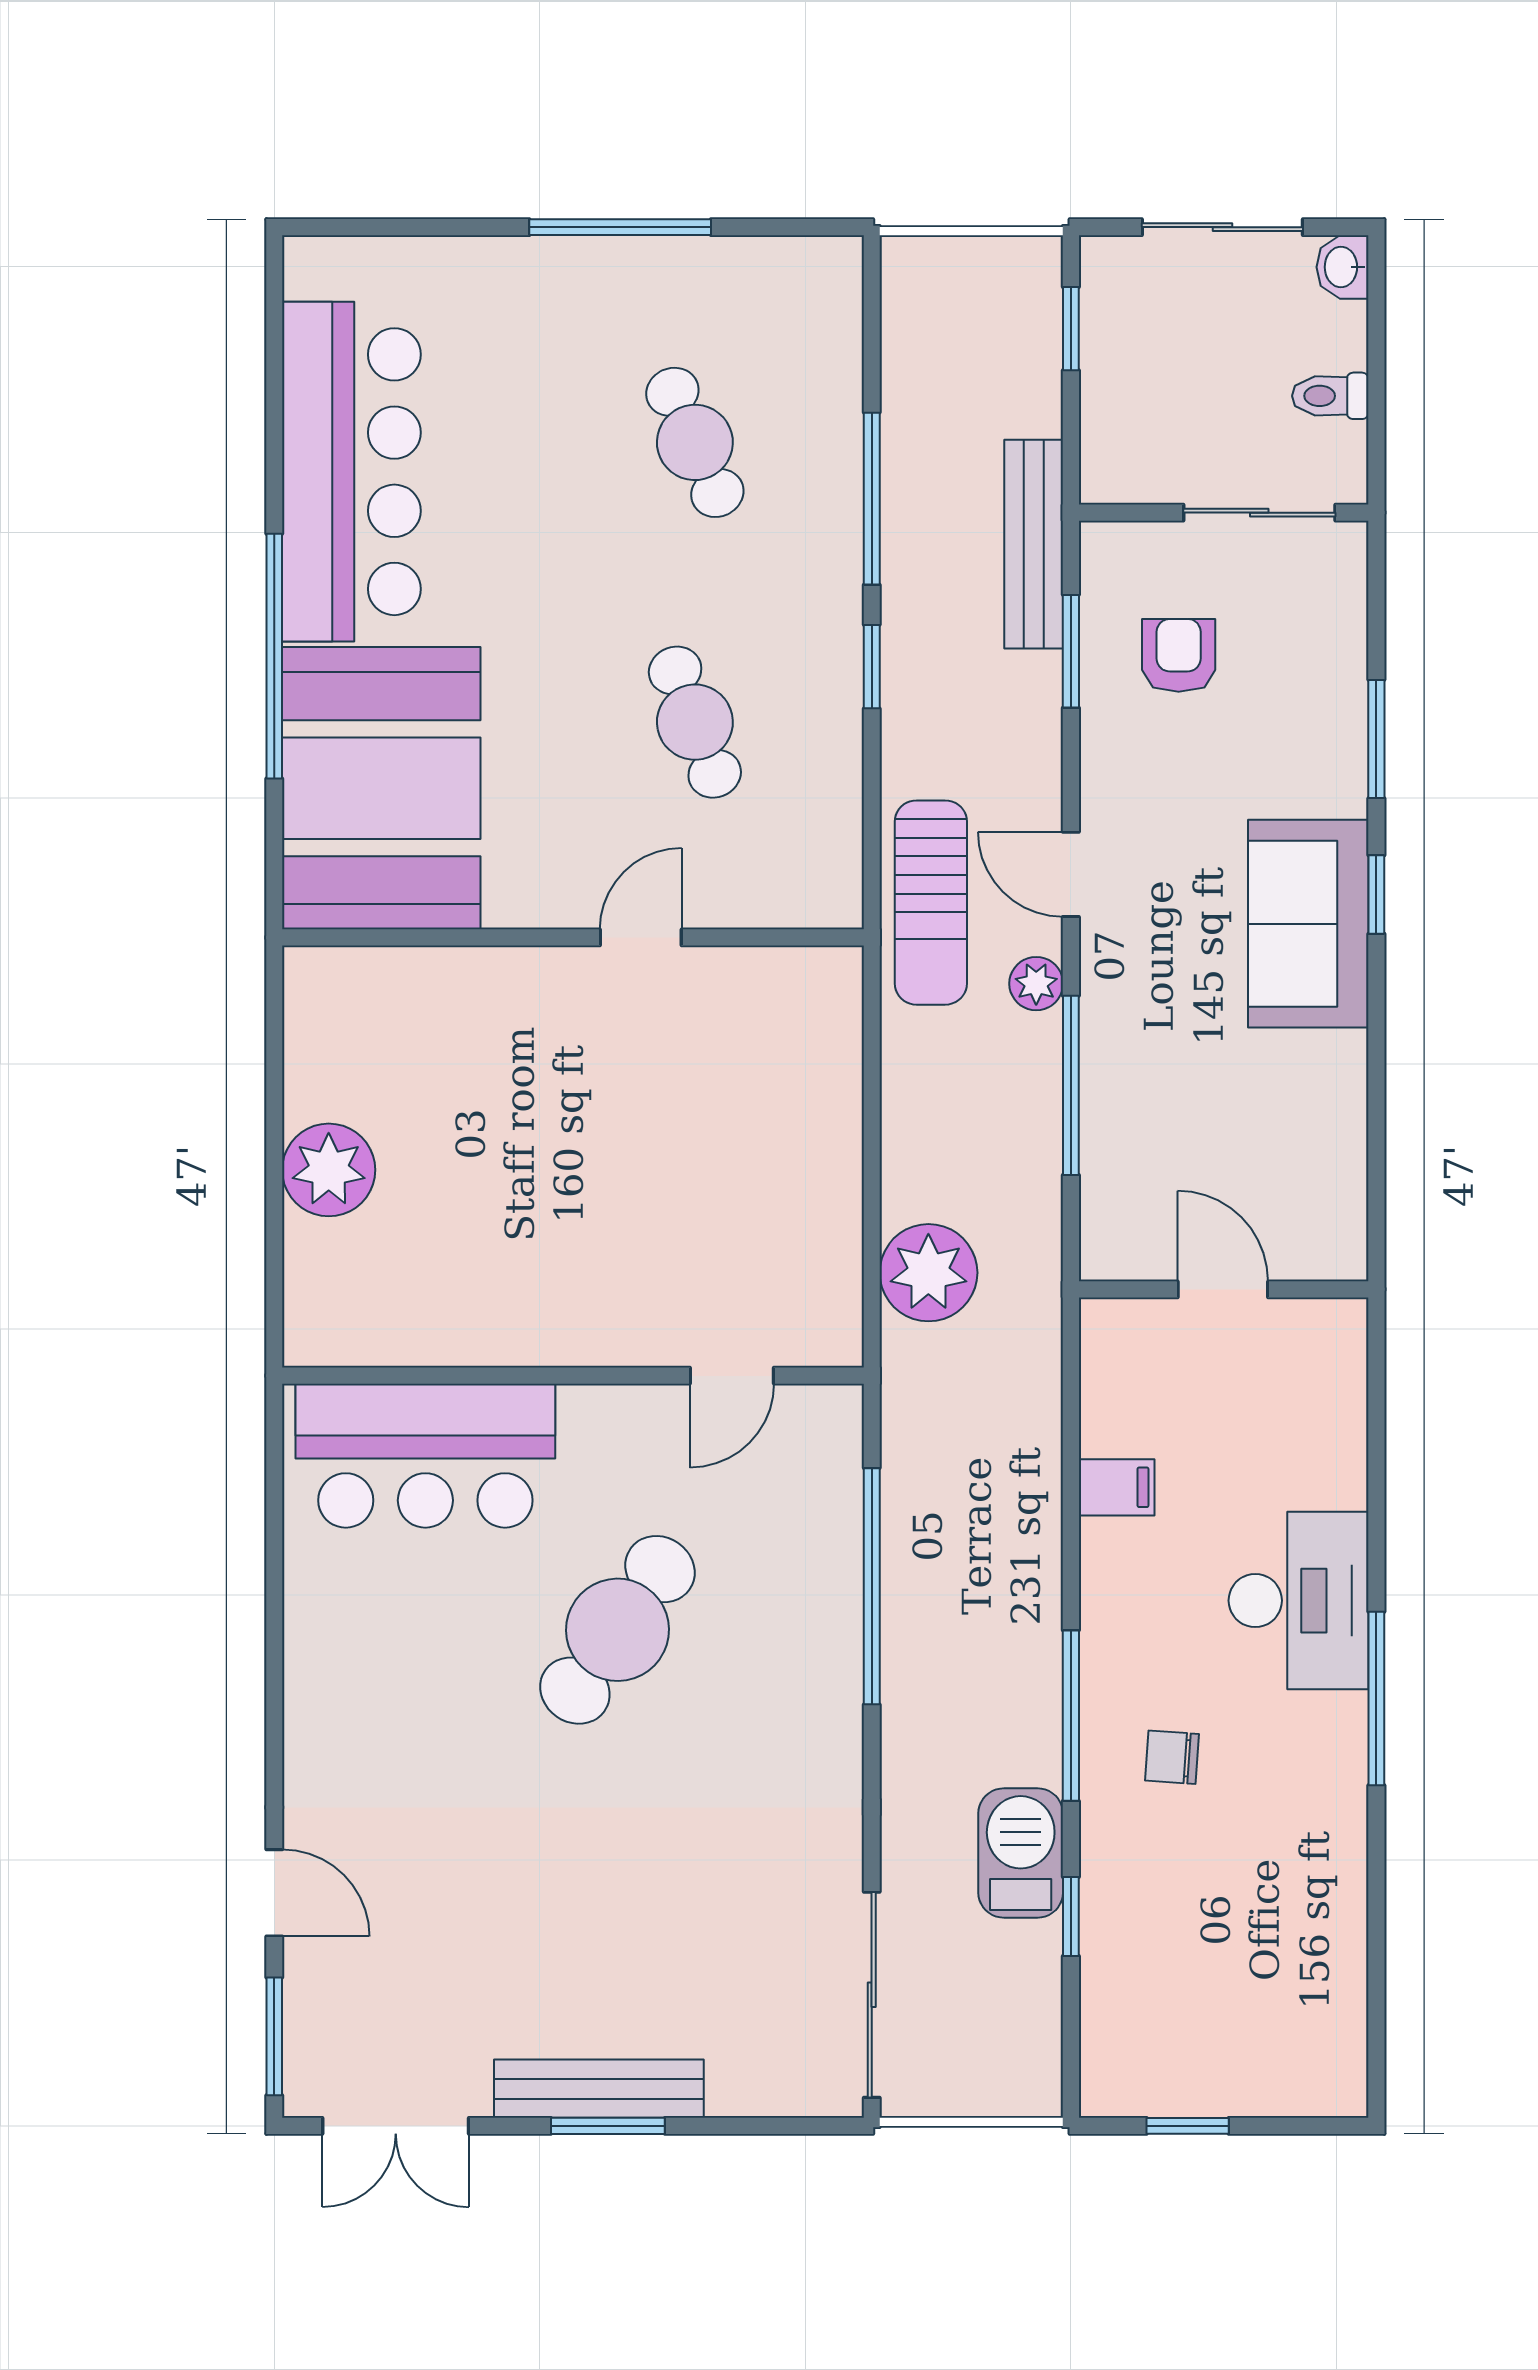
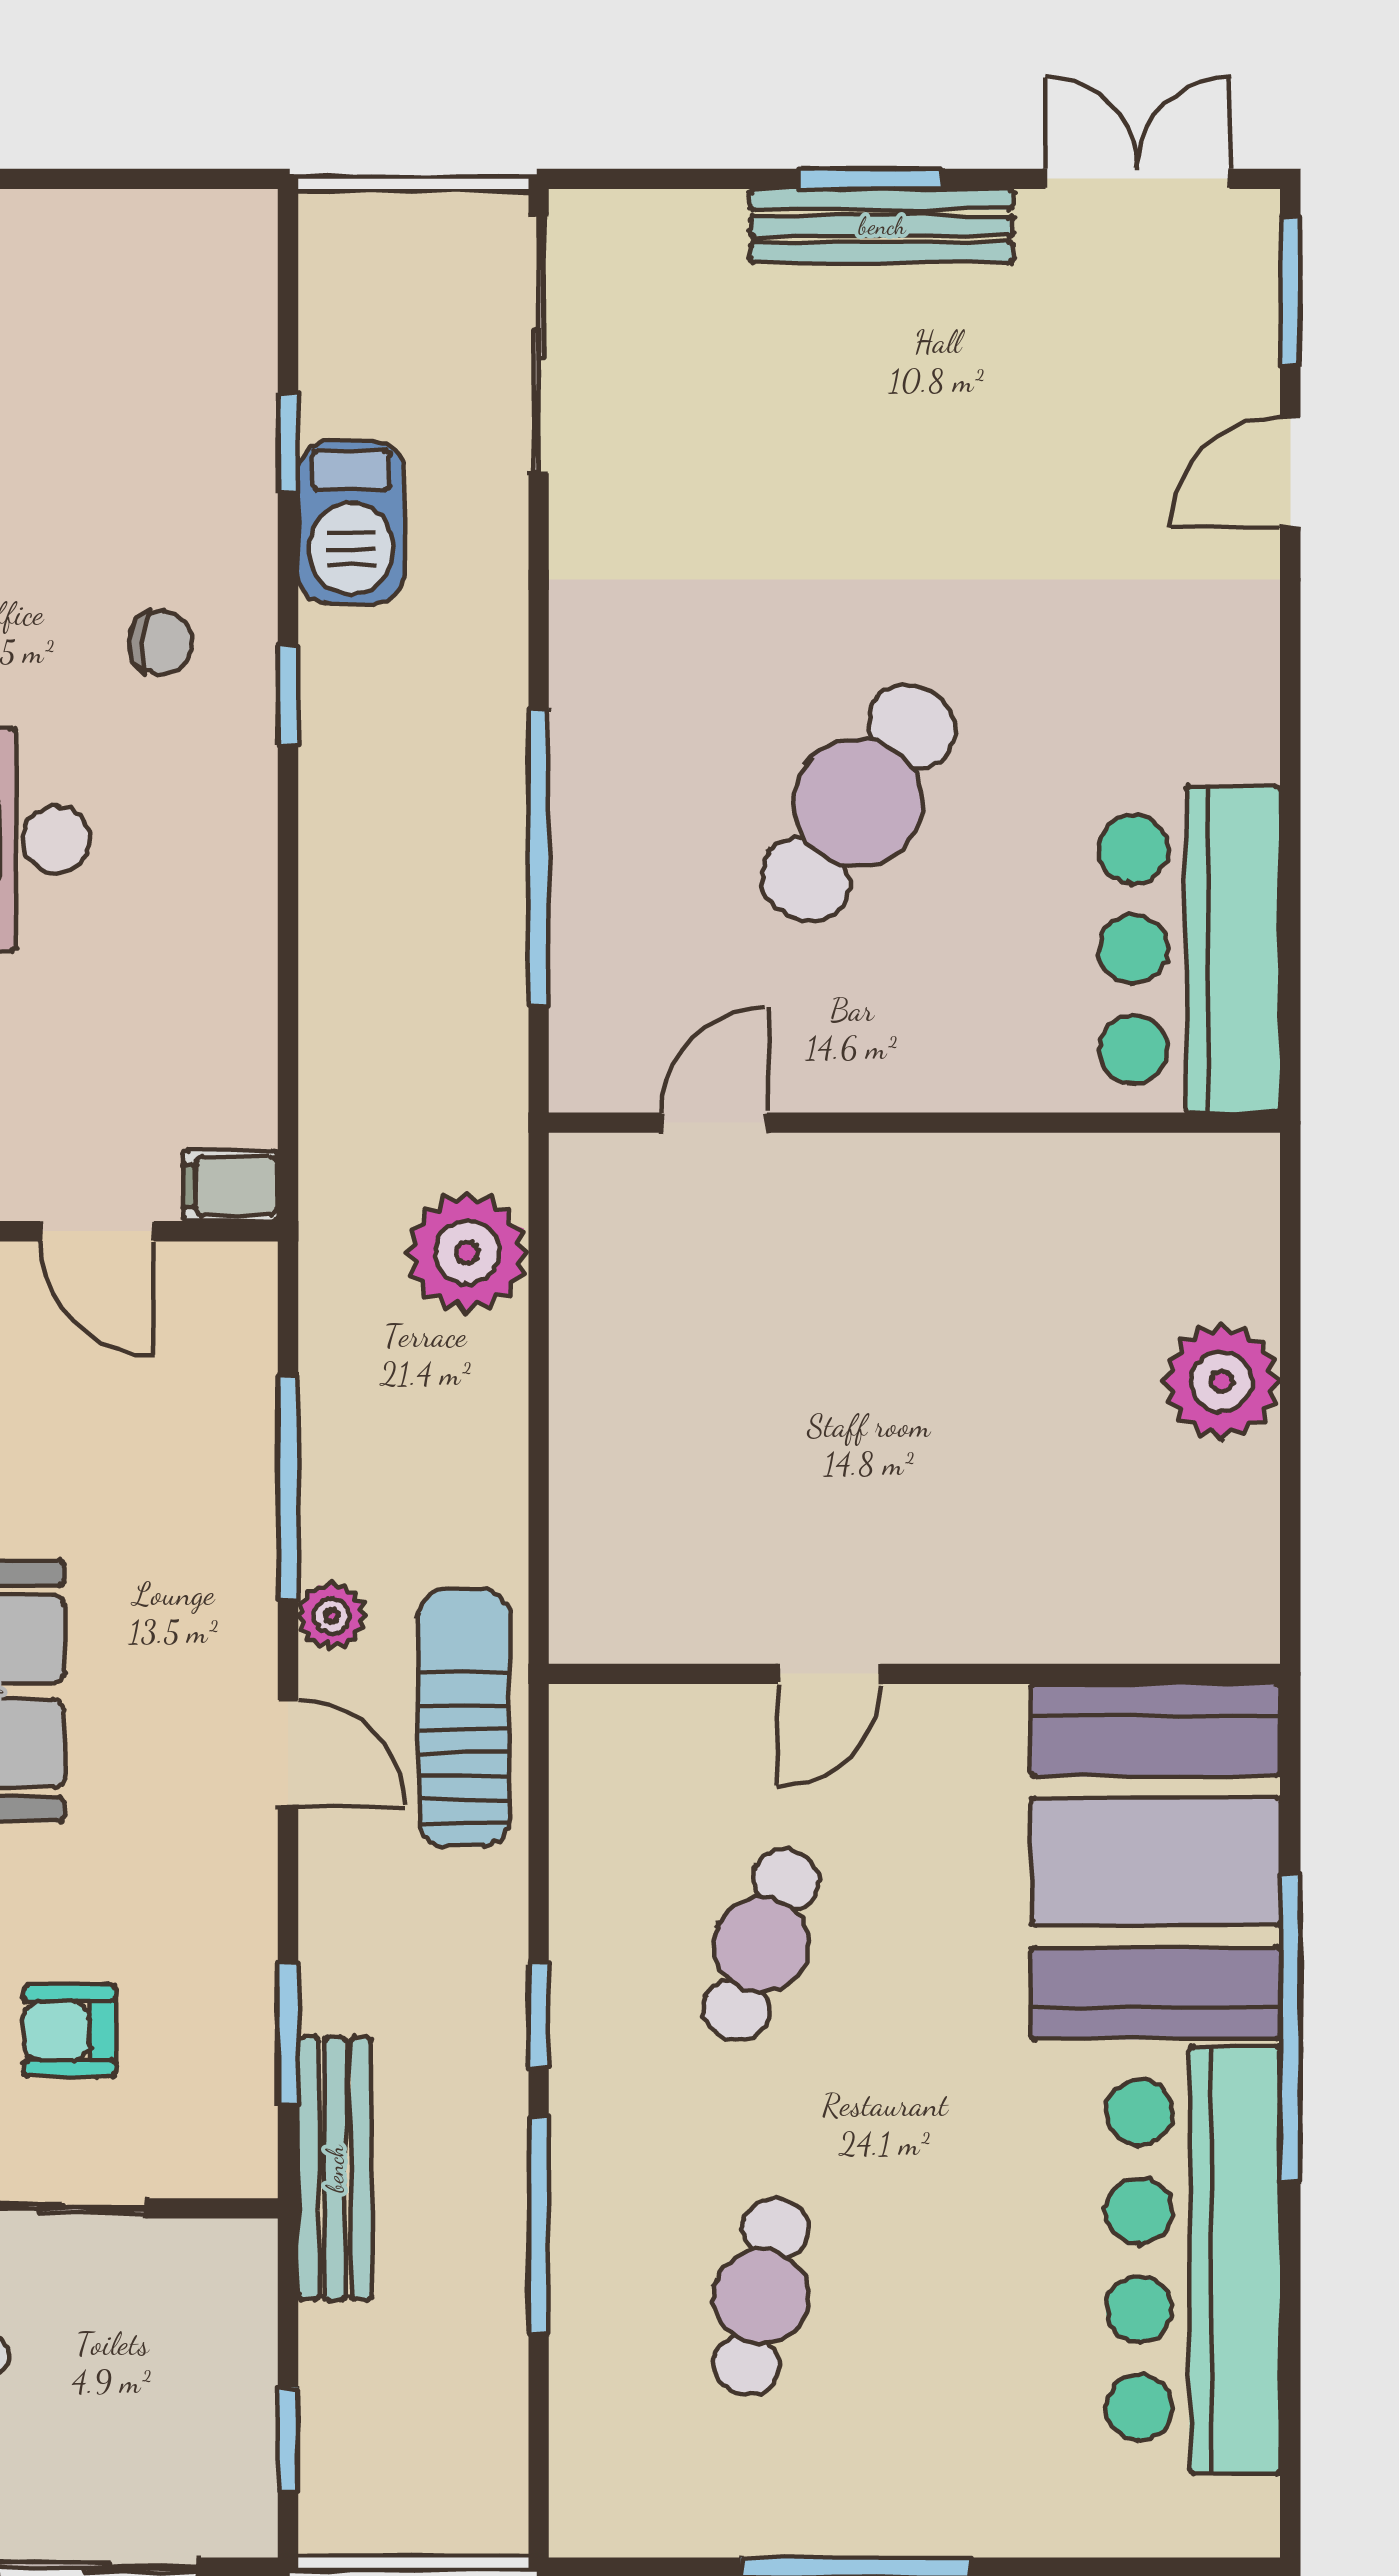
cafe table: (695, 442) -> (761, 2297), turned 36
armchair: (1179, 655) -> (70, 2031), moved, turned 90
cafe table: (695, 722) -> (761, 1945), turned 42
bar counter: (425, 1456) -> (1189, 949), moved, turned -90
filing cabinet: (1117, 1487) -> (231, 1186), moved
window: (1071, 1716) -> (288, 695), width x0.46
door: (274, 1893) -> (1290, 472), hinge flipped
window: (1188, 2126) -> (141, 179), removed

